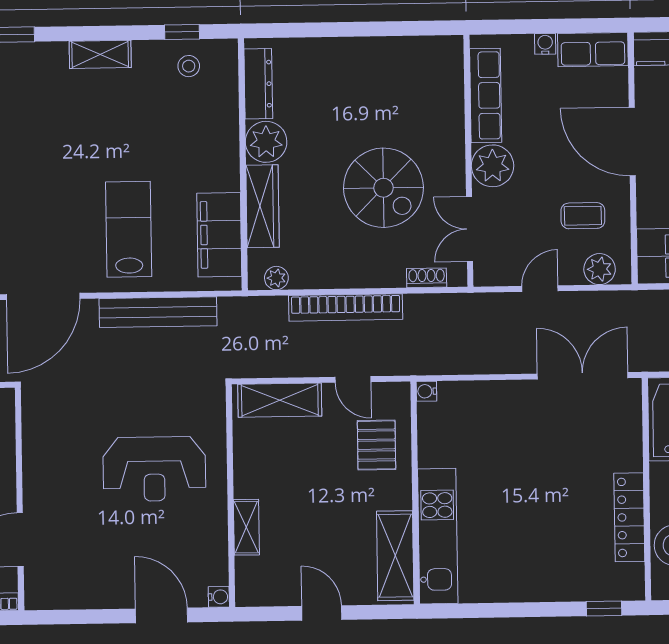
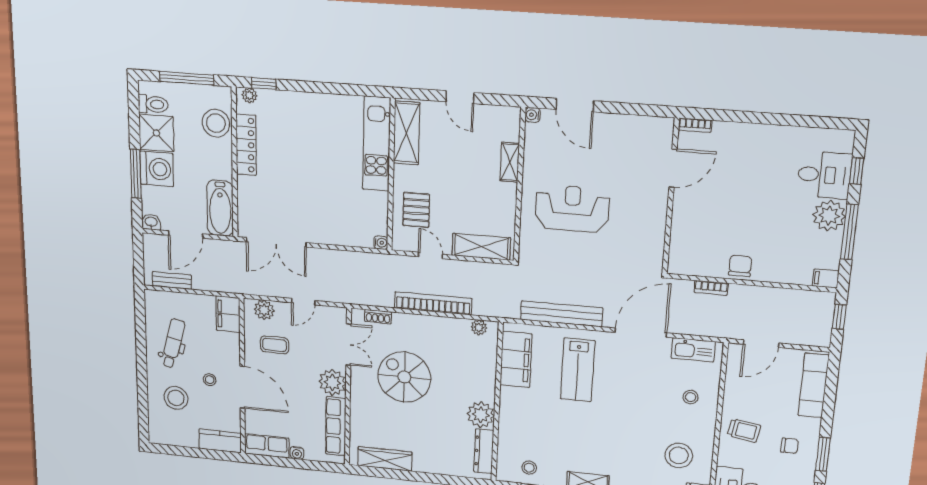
wardrobe: (262, 206) -> (385, 459), moved, turned 90
plant: (625, 590) -> (249, 95), added

